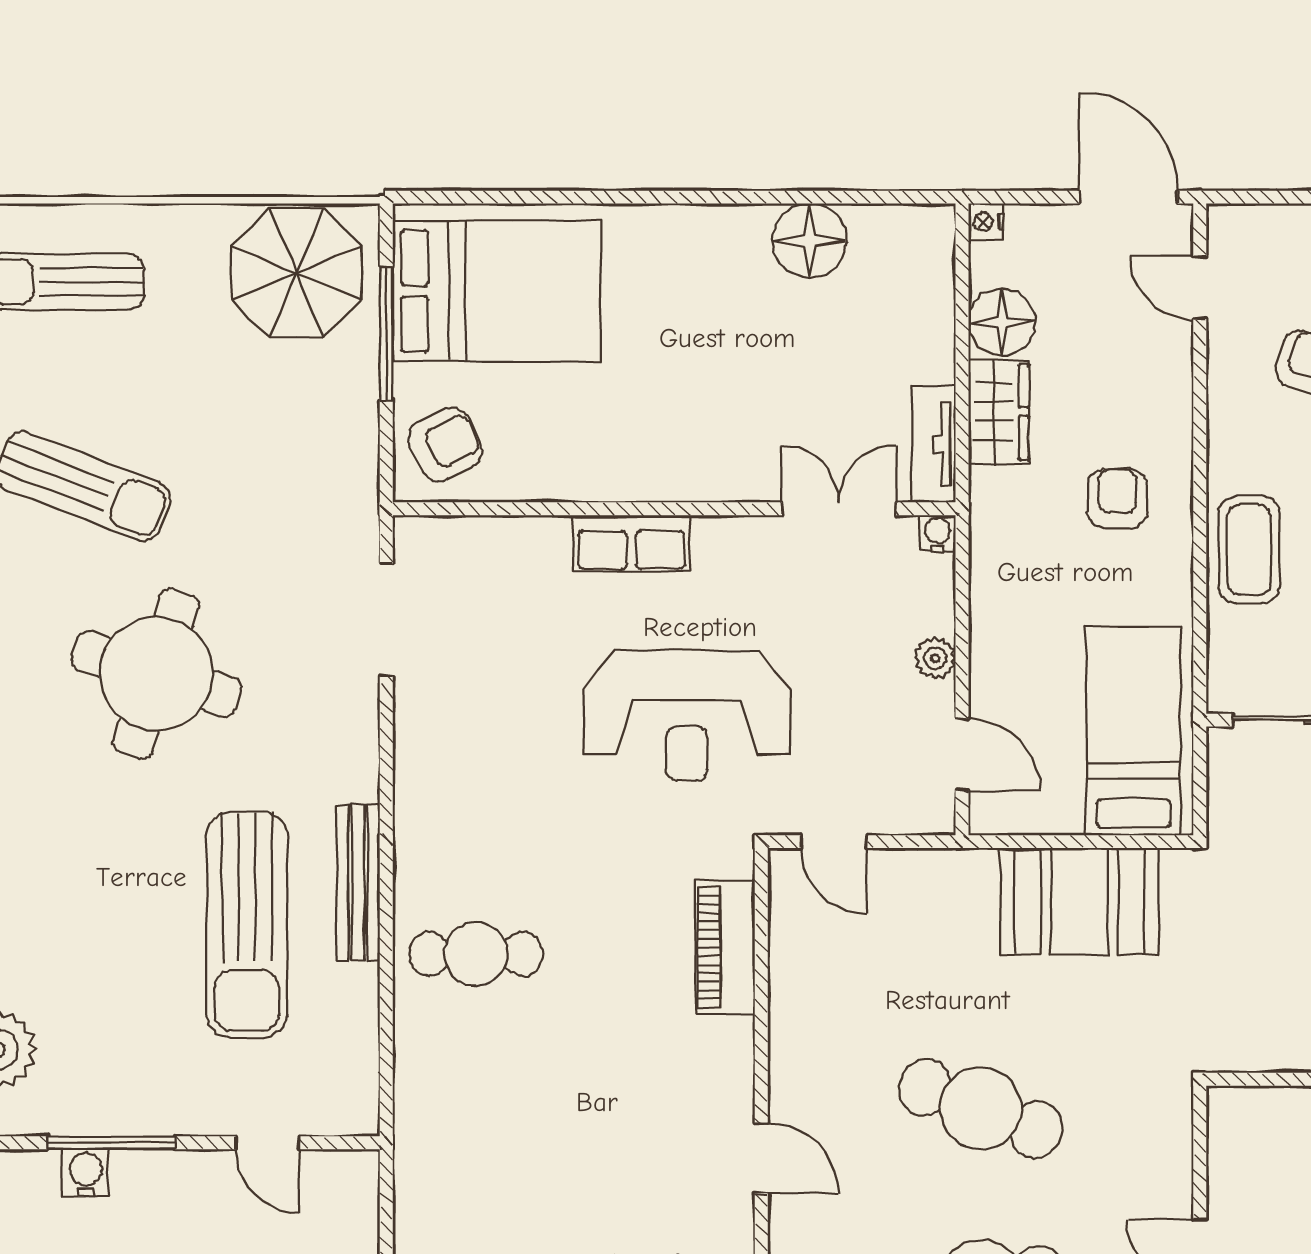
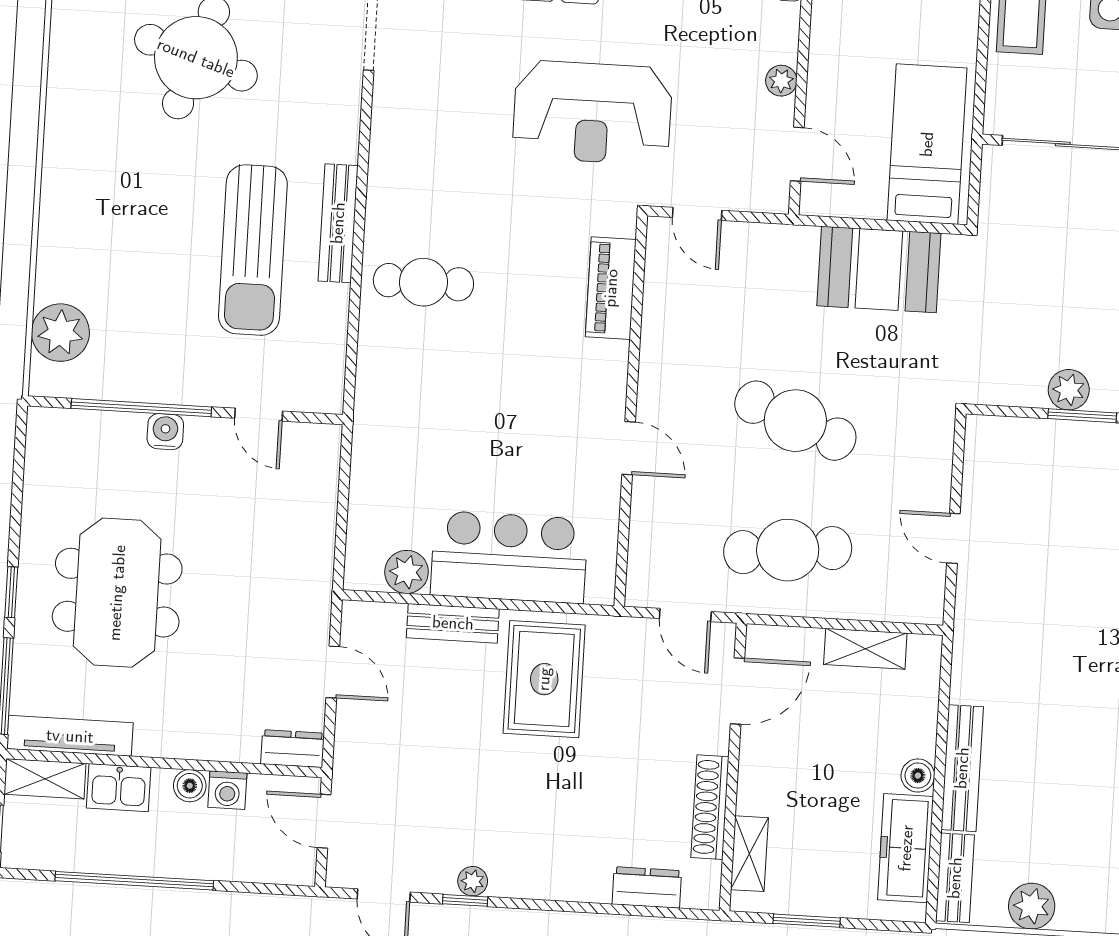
window: (111, 1143) -> (141, 408), width x1.46
water cooler: (86, 1173) -> (165, 432), moved

